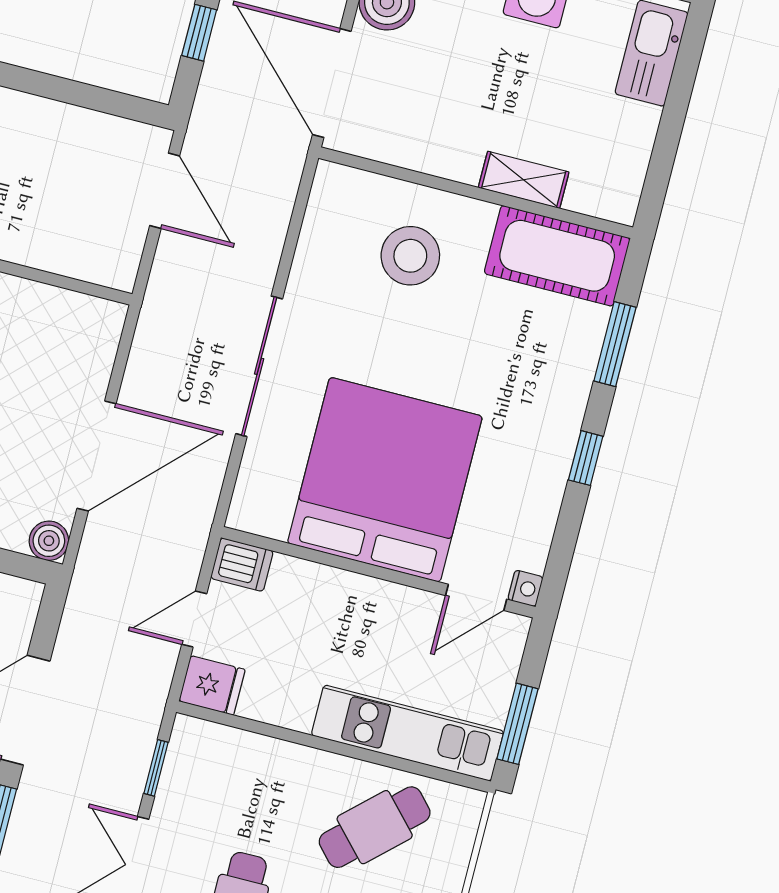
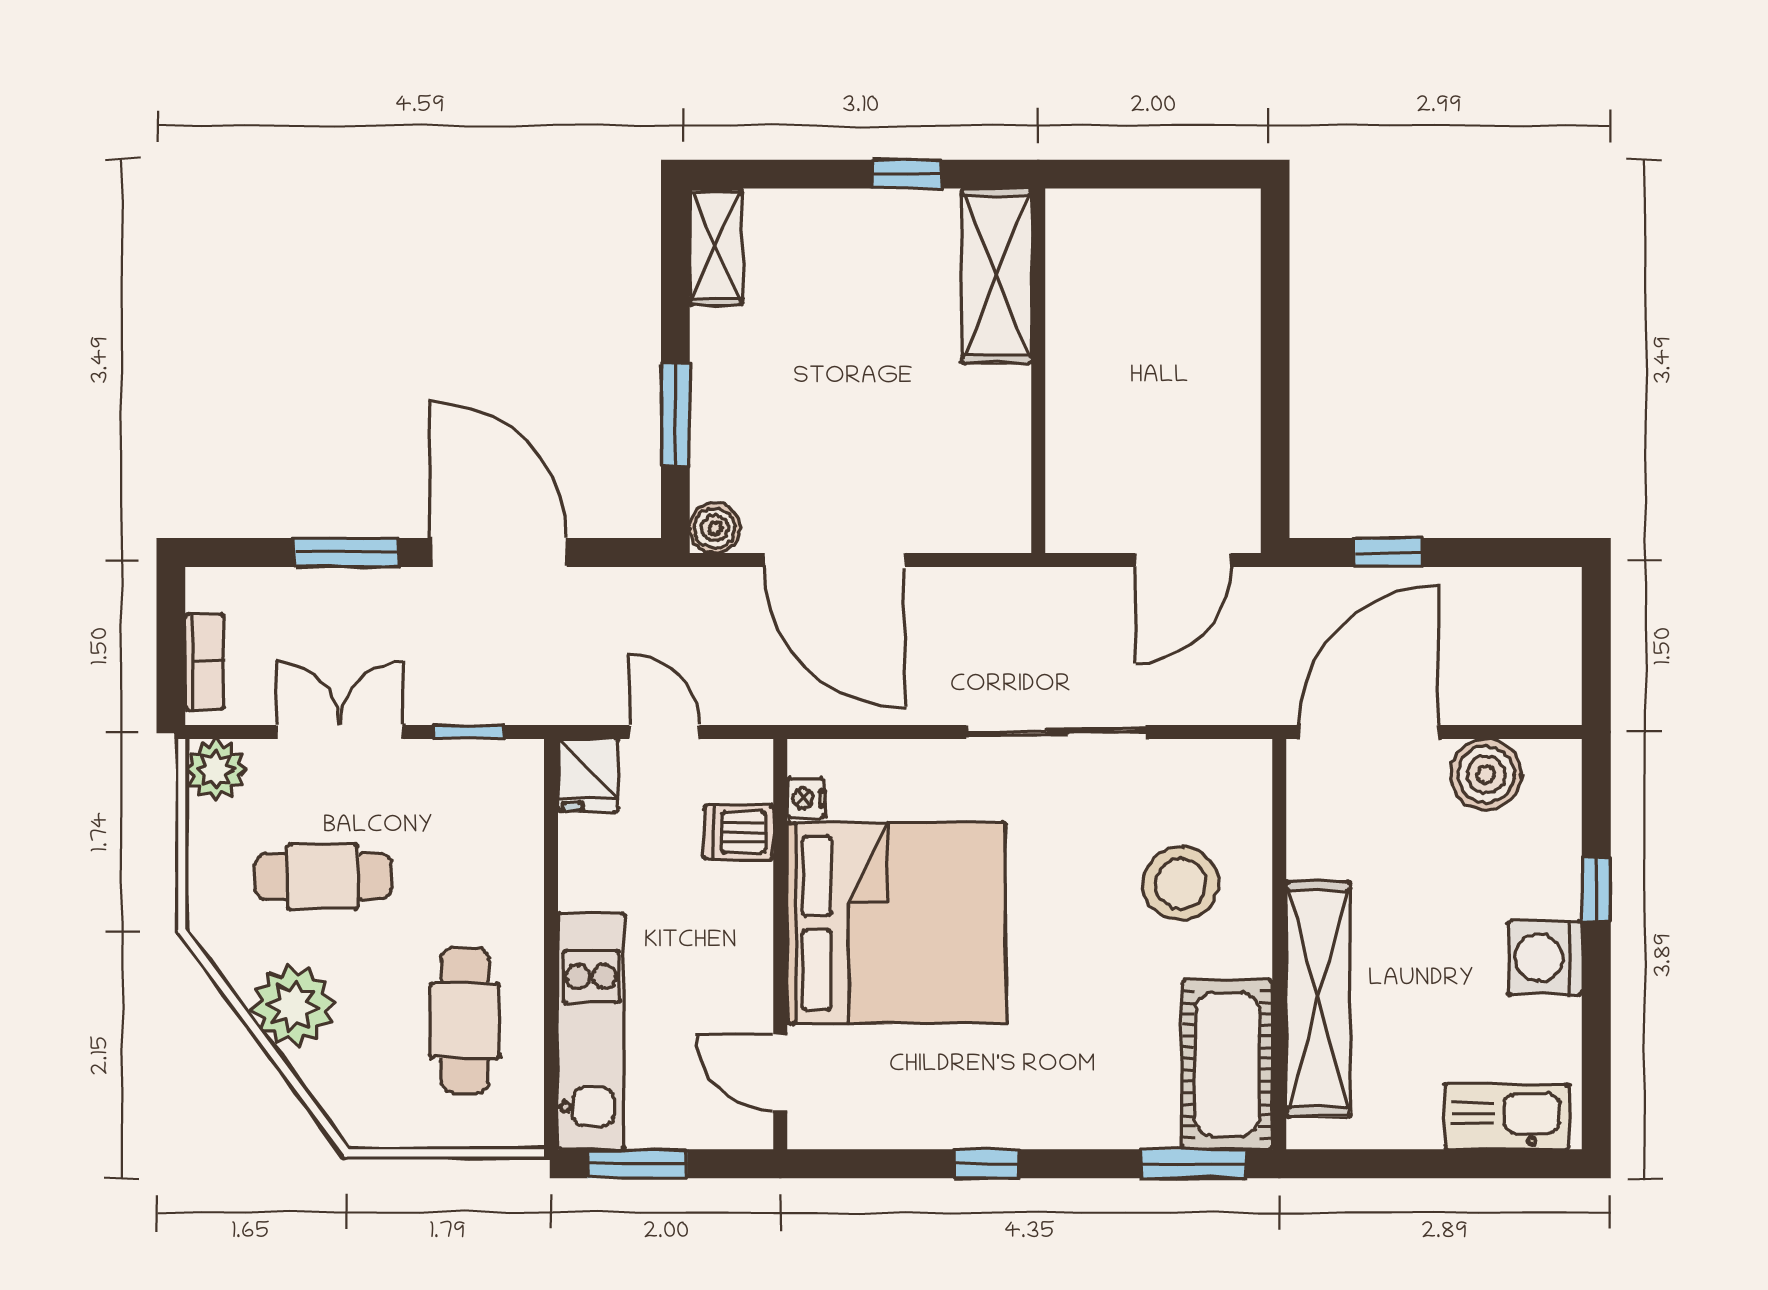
shelving: (524, 180) -> (1318, 999), width x2.20, depth x1.33
window: (615, 344) -> (1193, 1164), moved
sliding door: (259, 366) -> (1057, 732), moved
dishwasher: (242, 565) -> (739, 832), moved, turned 90
nightstand: (525, 588) -> (806, 798), moved, turned 90
cafe table: (375, 827) -> (465, 1020), turned 43

